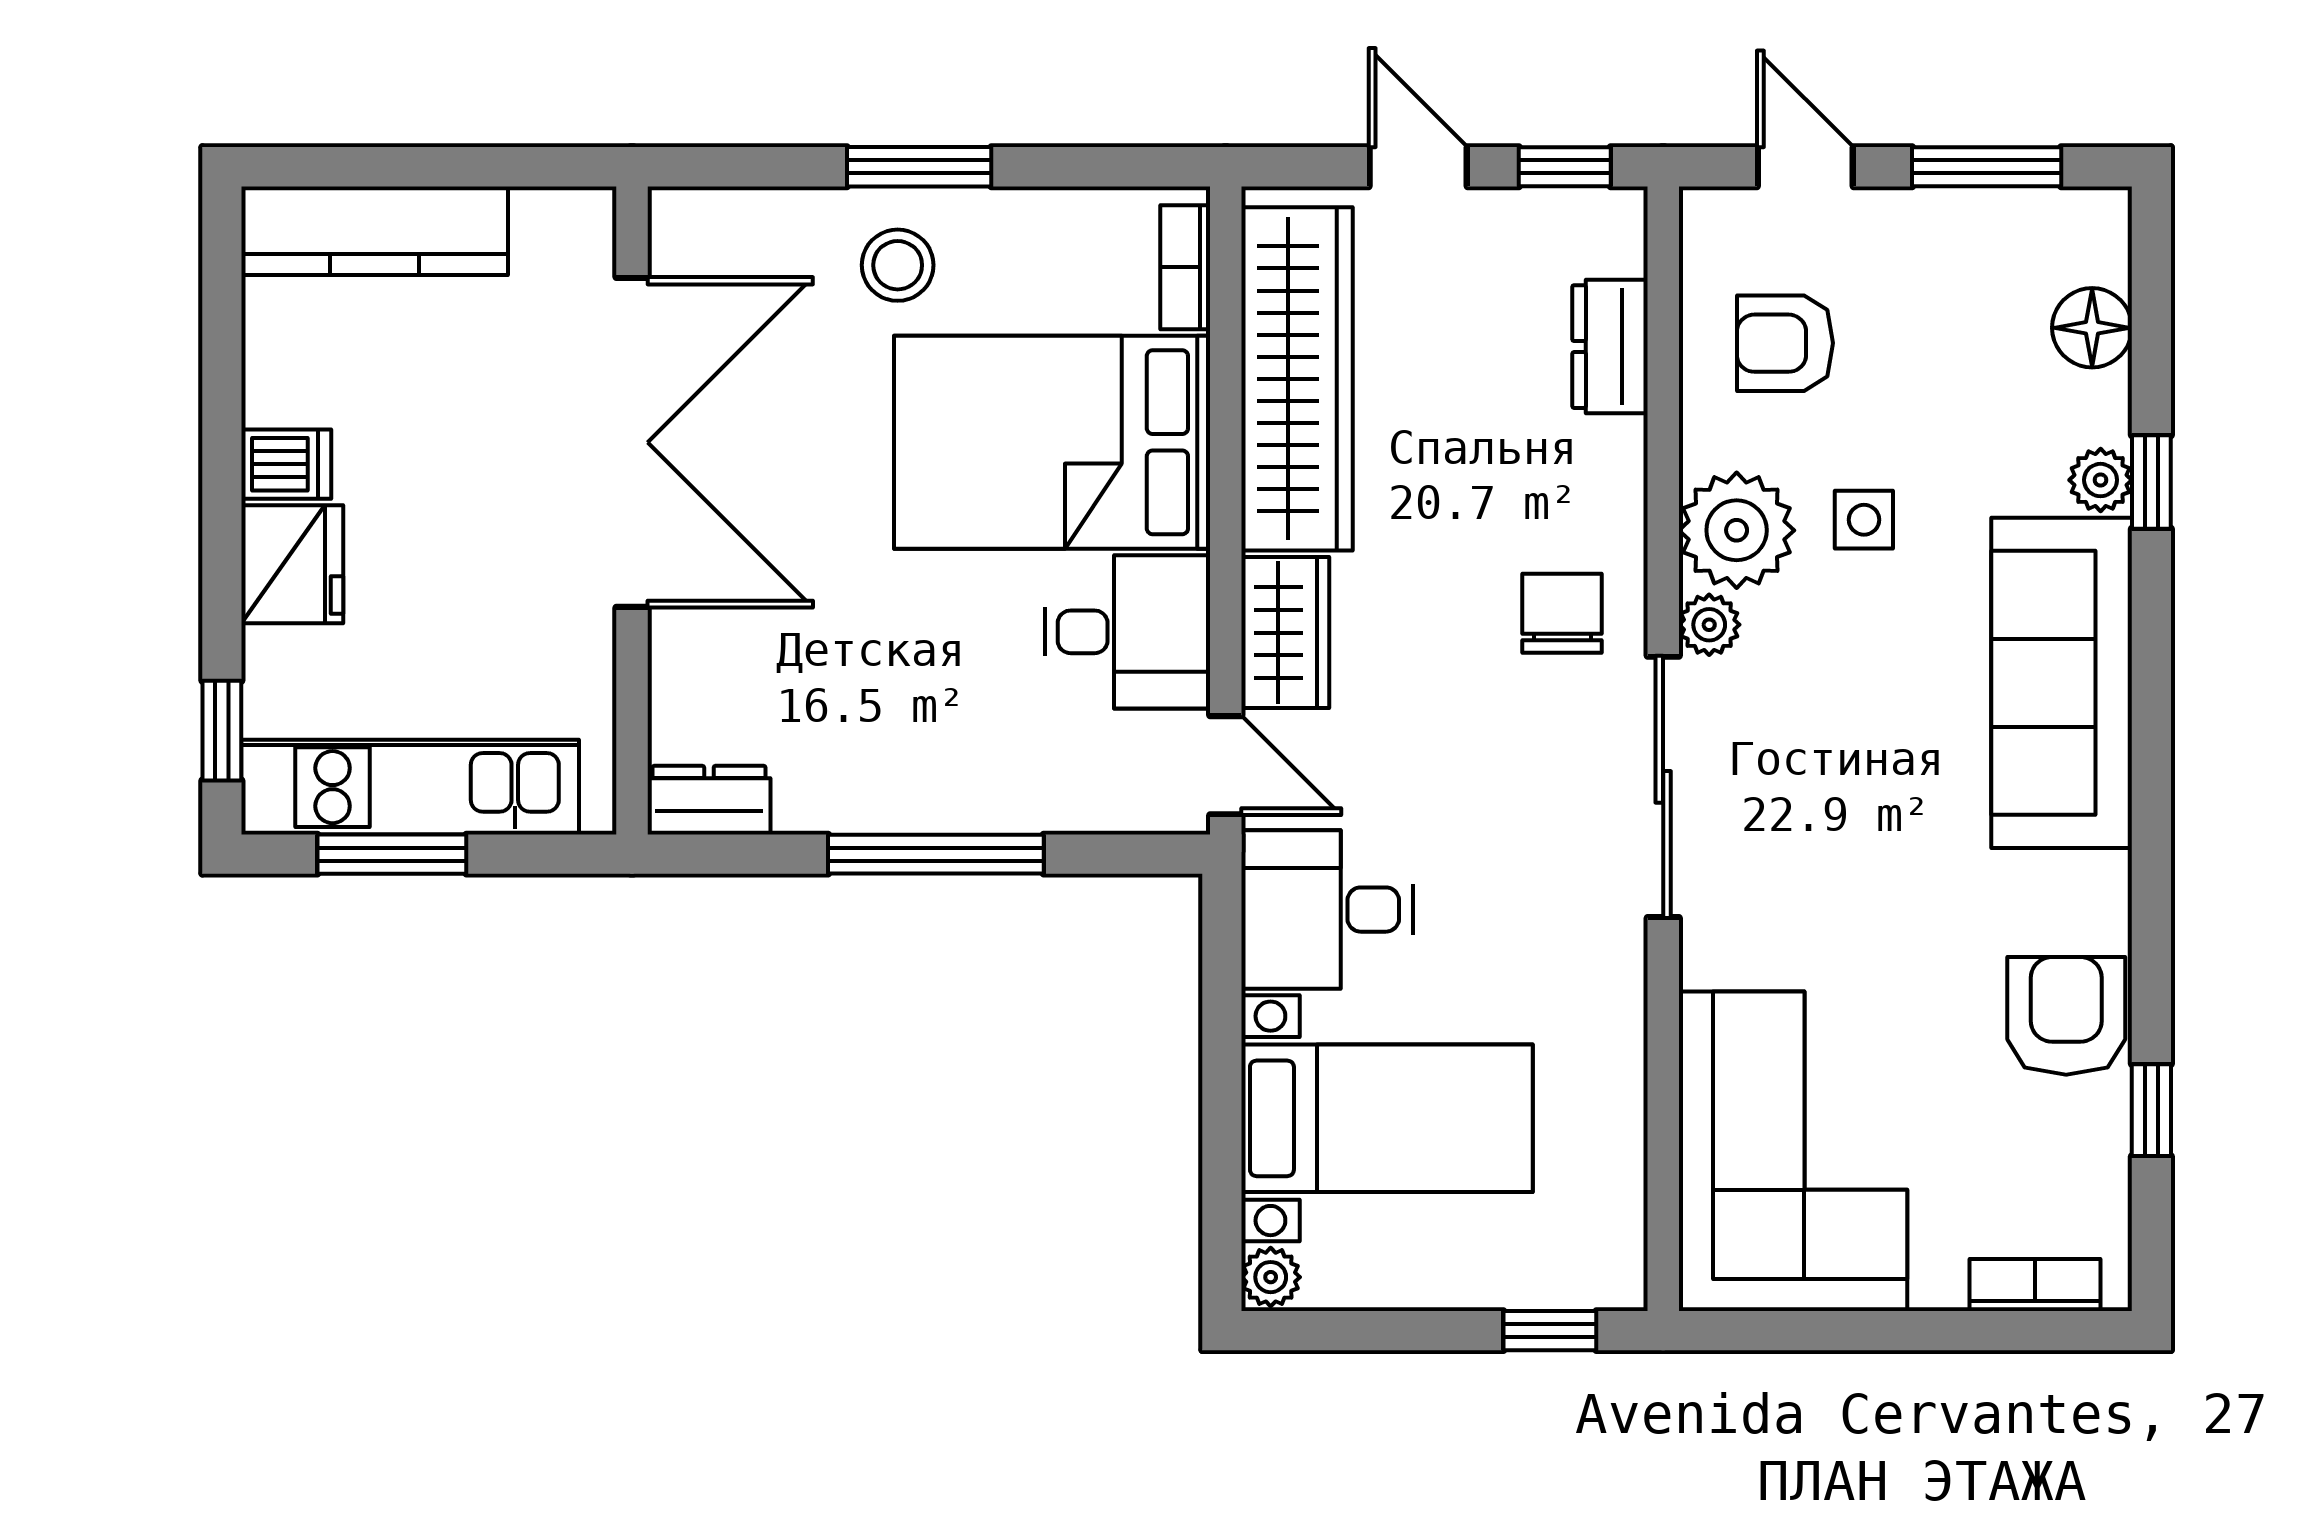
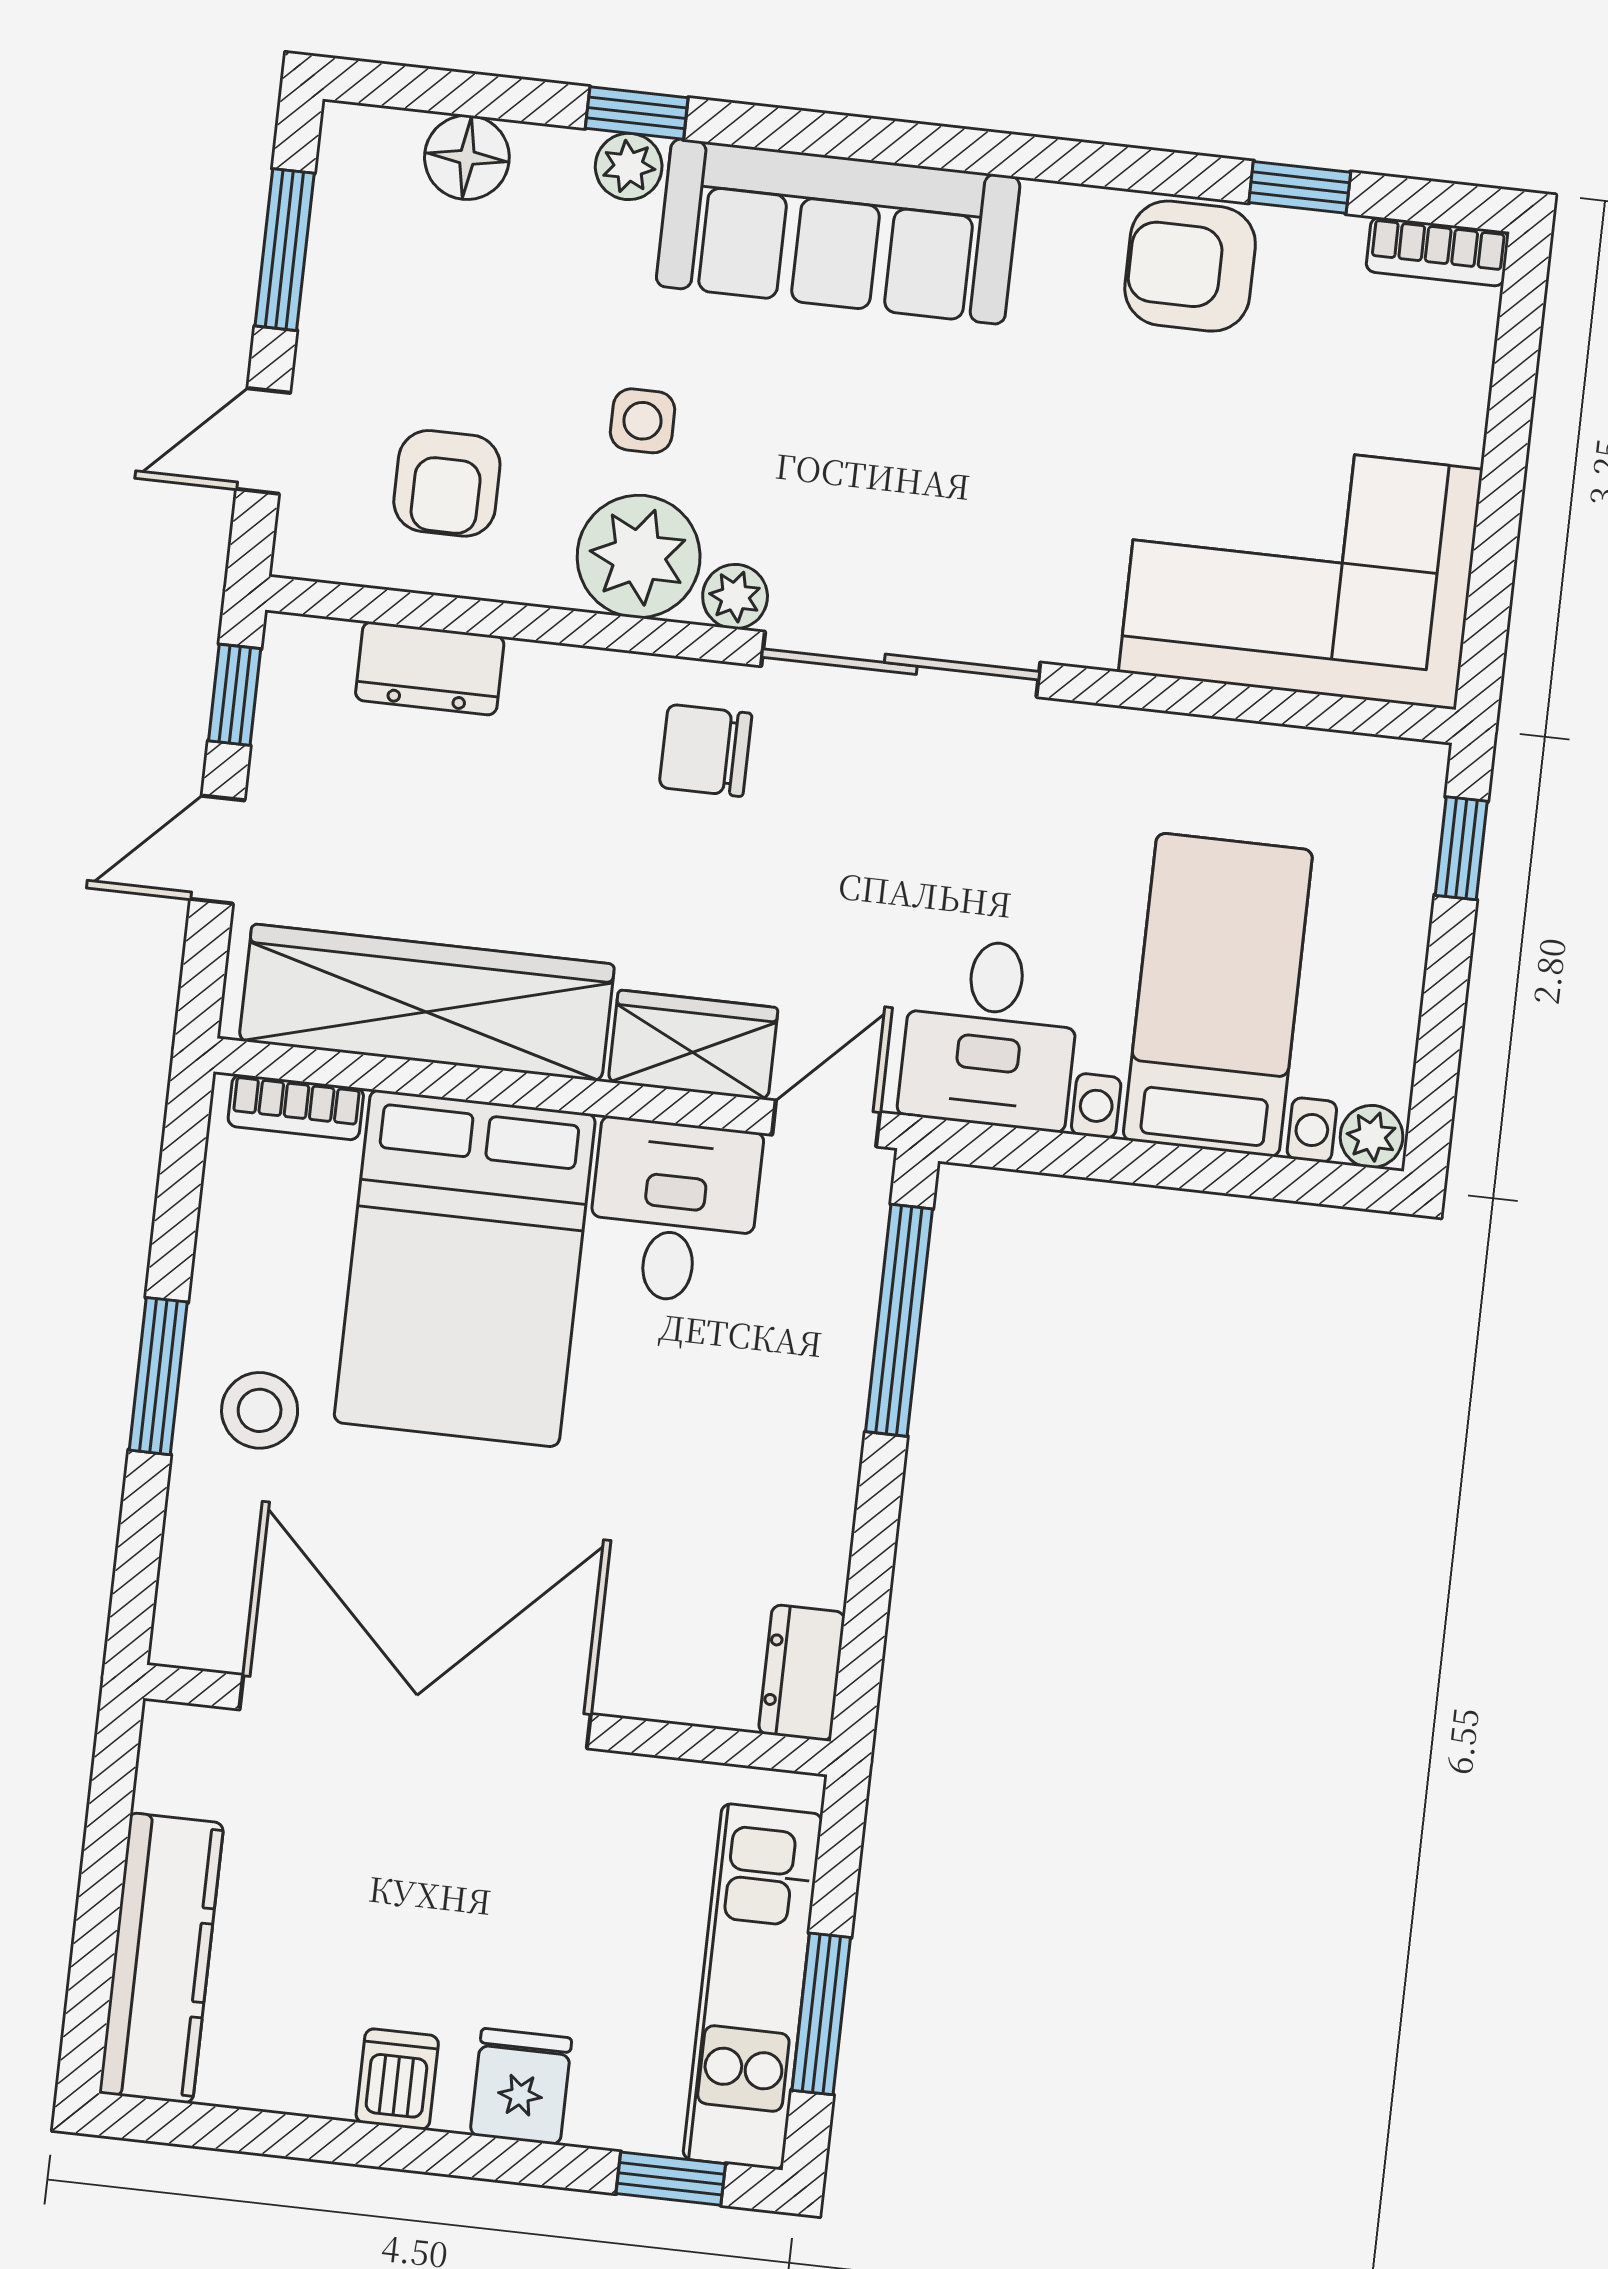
fridge: (292, 564) -> (521, 2087), width x0.72
window: (936, 854) -> (899, 1320), moved
bookcase: (2035, 1285) -> (1437, 252), moved, turned -90

